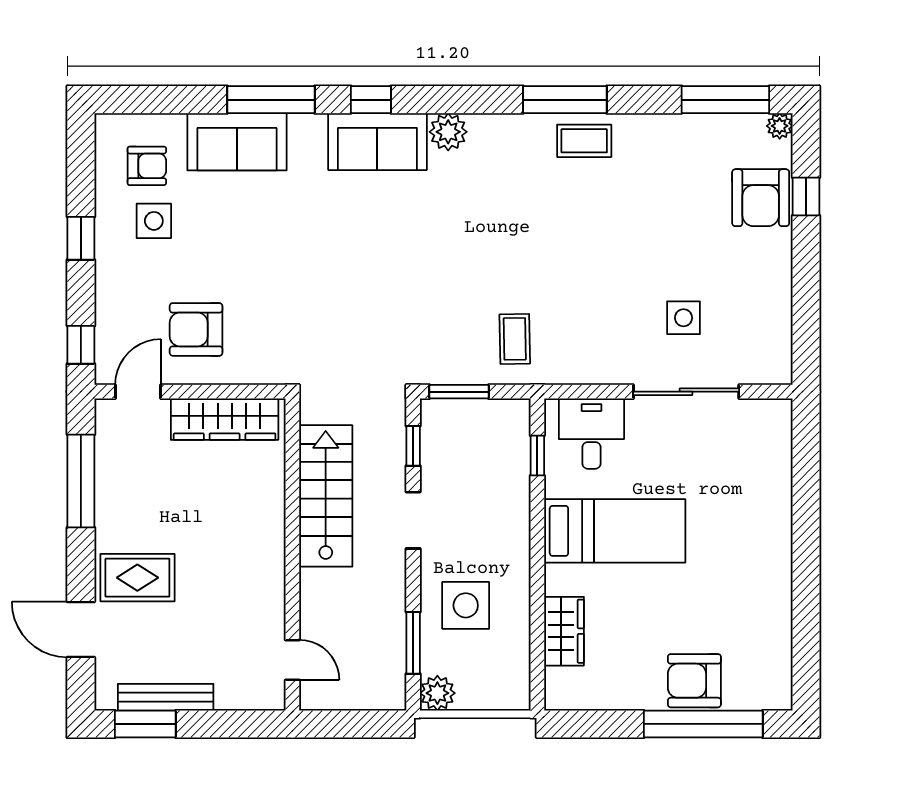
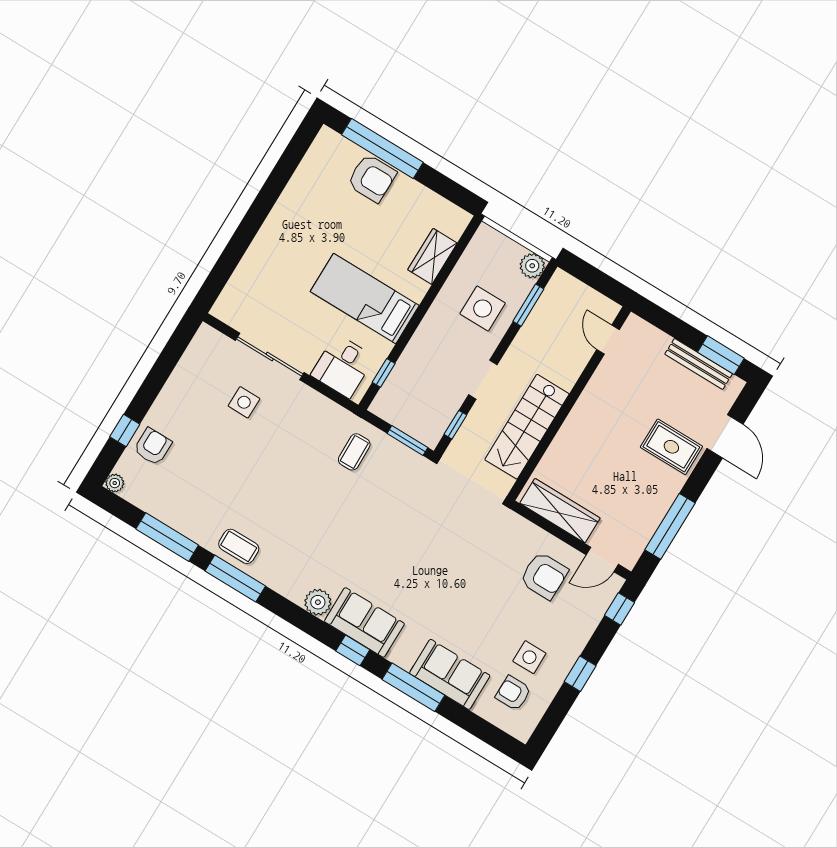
window: (725, 100) -> (167, 537), moved
armchair: (761, 198) -> (153, 447), width x0.72, depth x0.72

